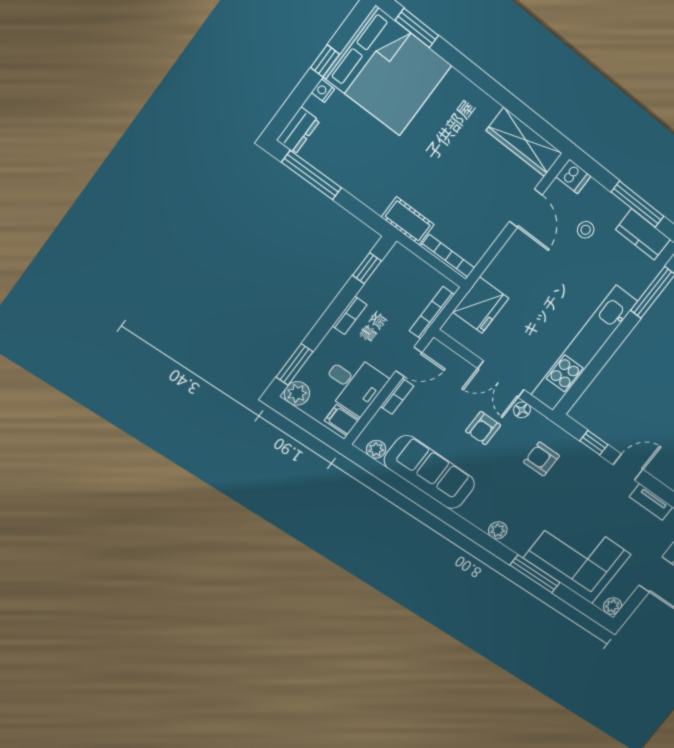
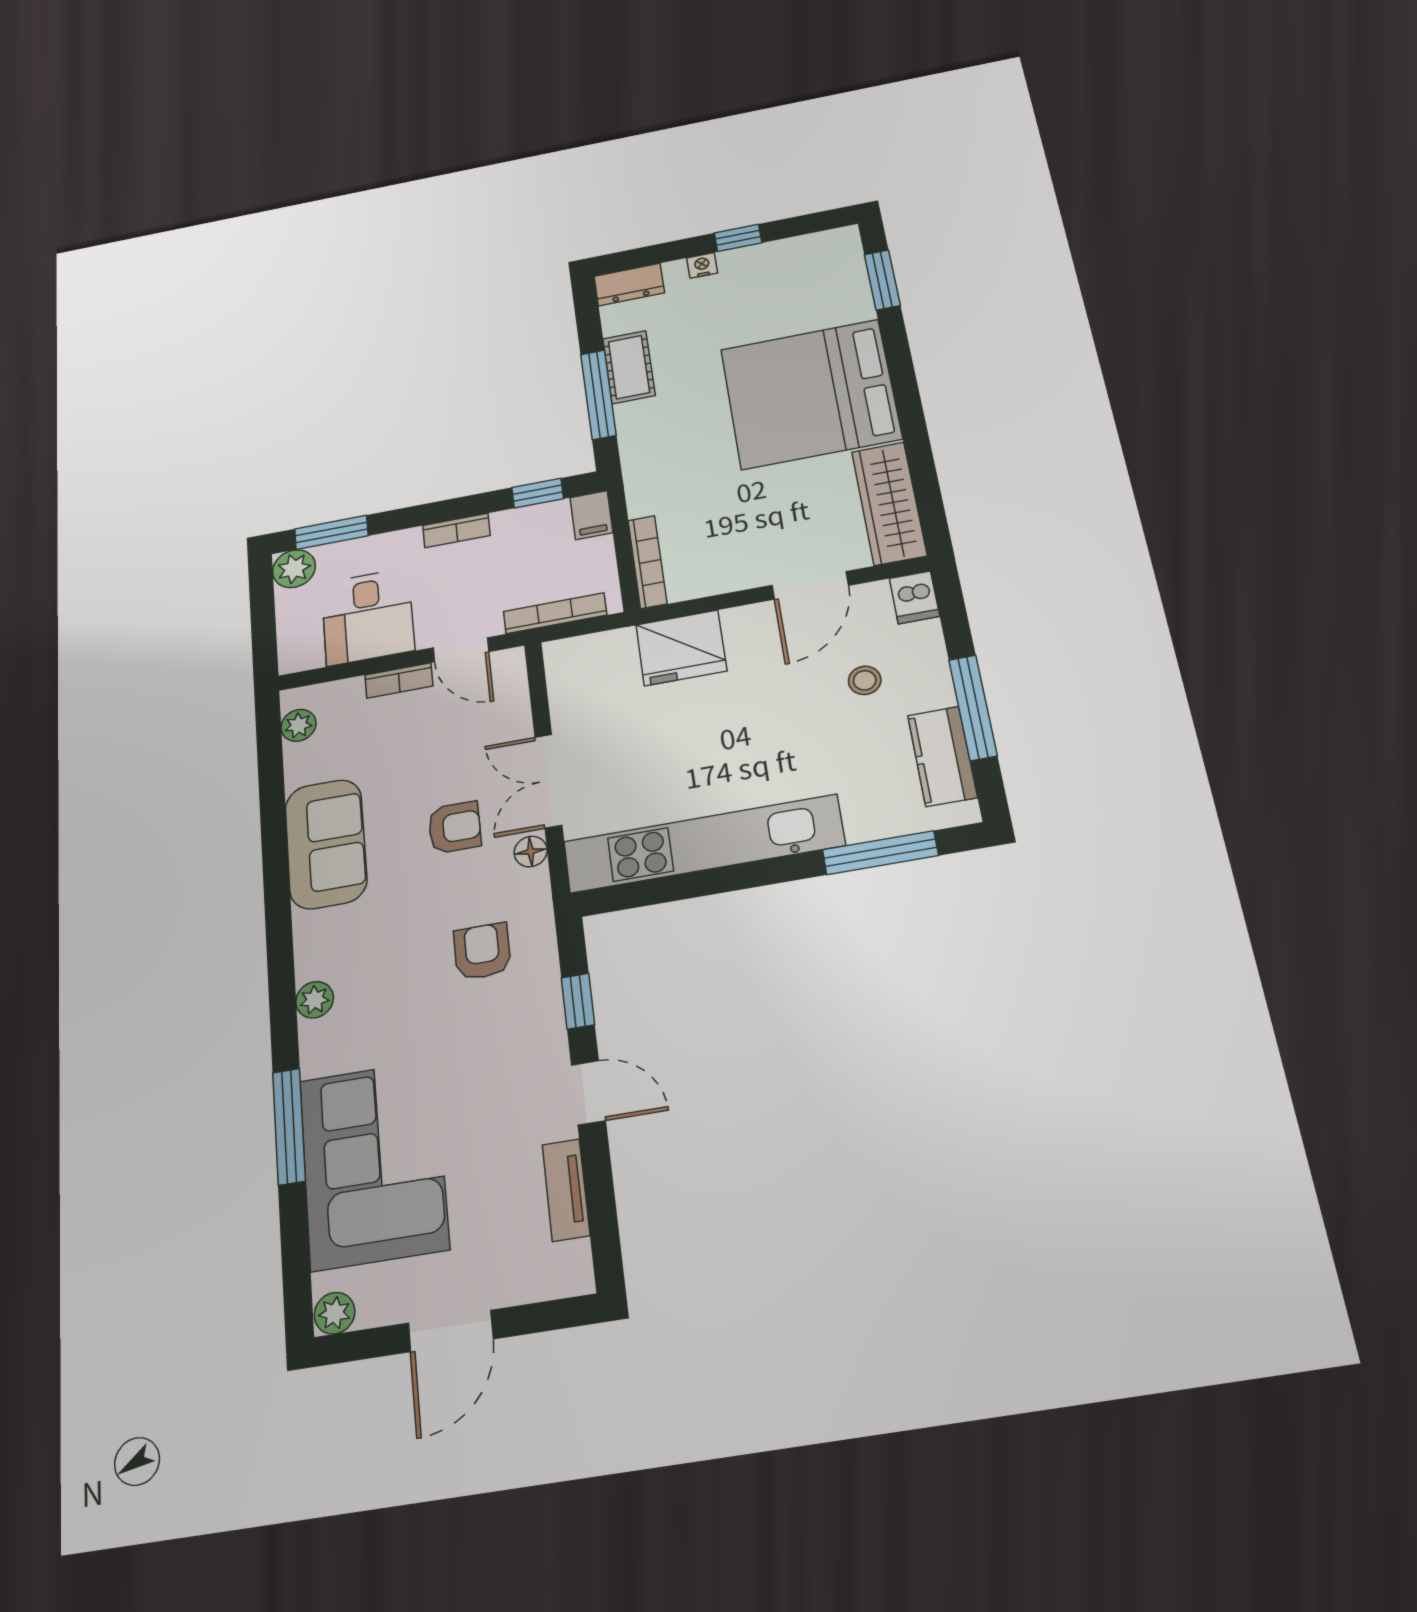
bed: (388, 71) -> (810, 394), moved, turned 90
window: (312, 175) -> (598, 395), moved
cot: (408, 221) -> (629, 367), moved
fridge: (481, 305) -> (681, 648), moved
filing cabinet: (342, 420) -> (591, 515), moved, turned 180
armchair: (483, 428) -> (455, 827), turned 180
sofa: (430, 472) -> (326, 844), width x0.73

